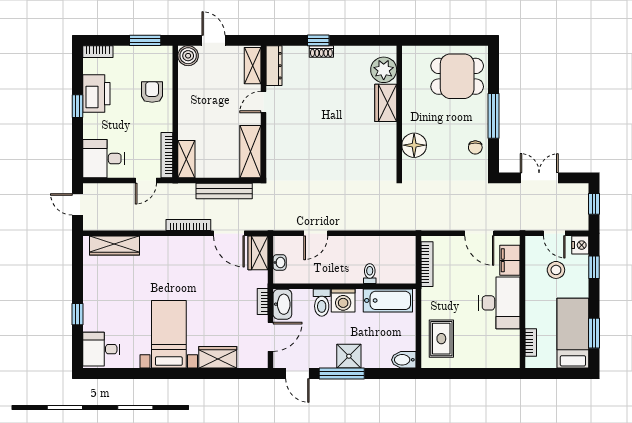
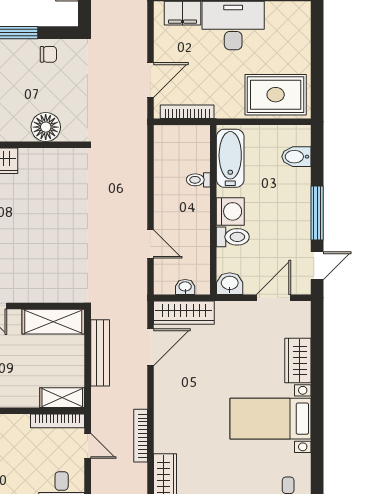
bookcase: (188, 225) -> (141, 436), moved
door: (479, 233) -> (150, 80), moved
wardrobe: (258, 253) -> (184, 313), width x1.50
bookcase: (263, 302) -> (232, 307), removed
washbasin: (282, 304) -> (230, 284), width x0.72
door: (271, 337) -> (273, 298), hinge flipped
rug: (441, 339) -> (276, 95), width x1.36, depth x1.43
shower: (349, 356) -> (297, 205), removed
bidet: (404, 360) -> (296, 157), moved, turned 90

